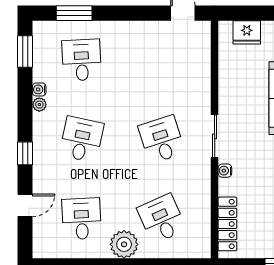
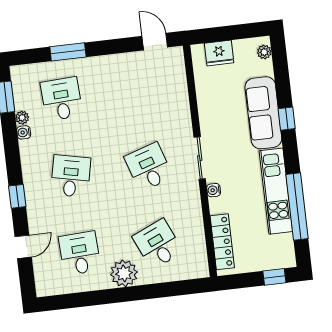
window: (74, 13) -> (68, 52), moved
plant: (39, 105) -> (22, 118), moved

